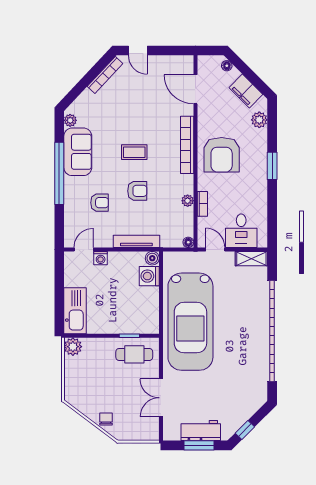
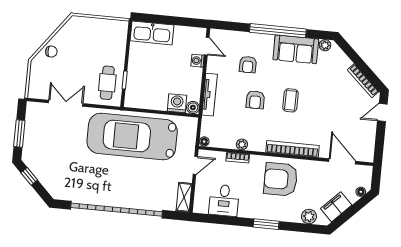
door: (195, 89) -> (342, 161), hinge flipped
desk: (241, 231) -> (224, 200), moved, turned -90
plant: (73, 347) -> (120, 28), removed
workbench: (201, 431) -> (33, 136), removed

